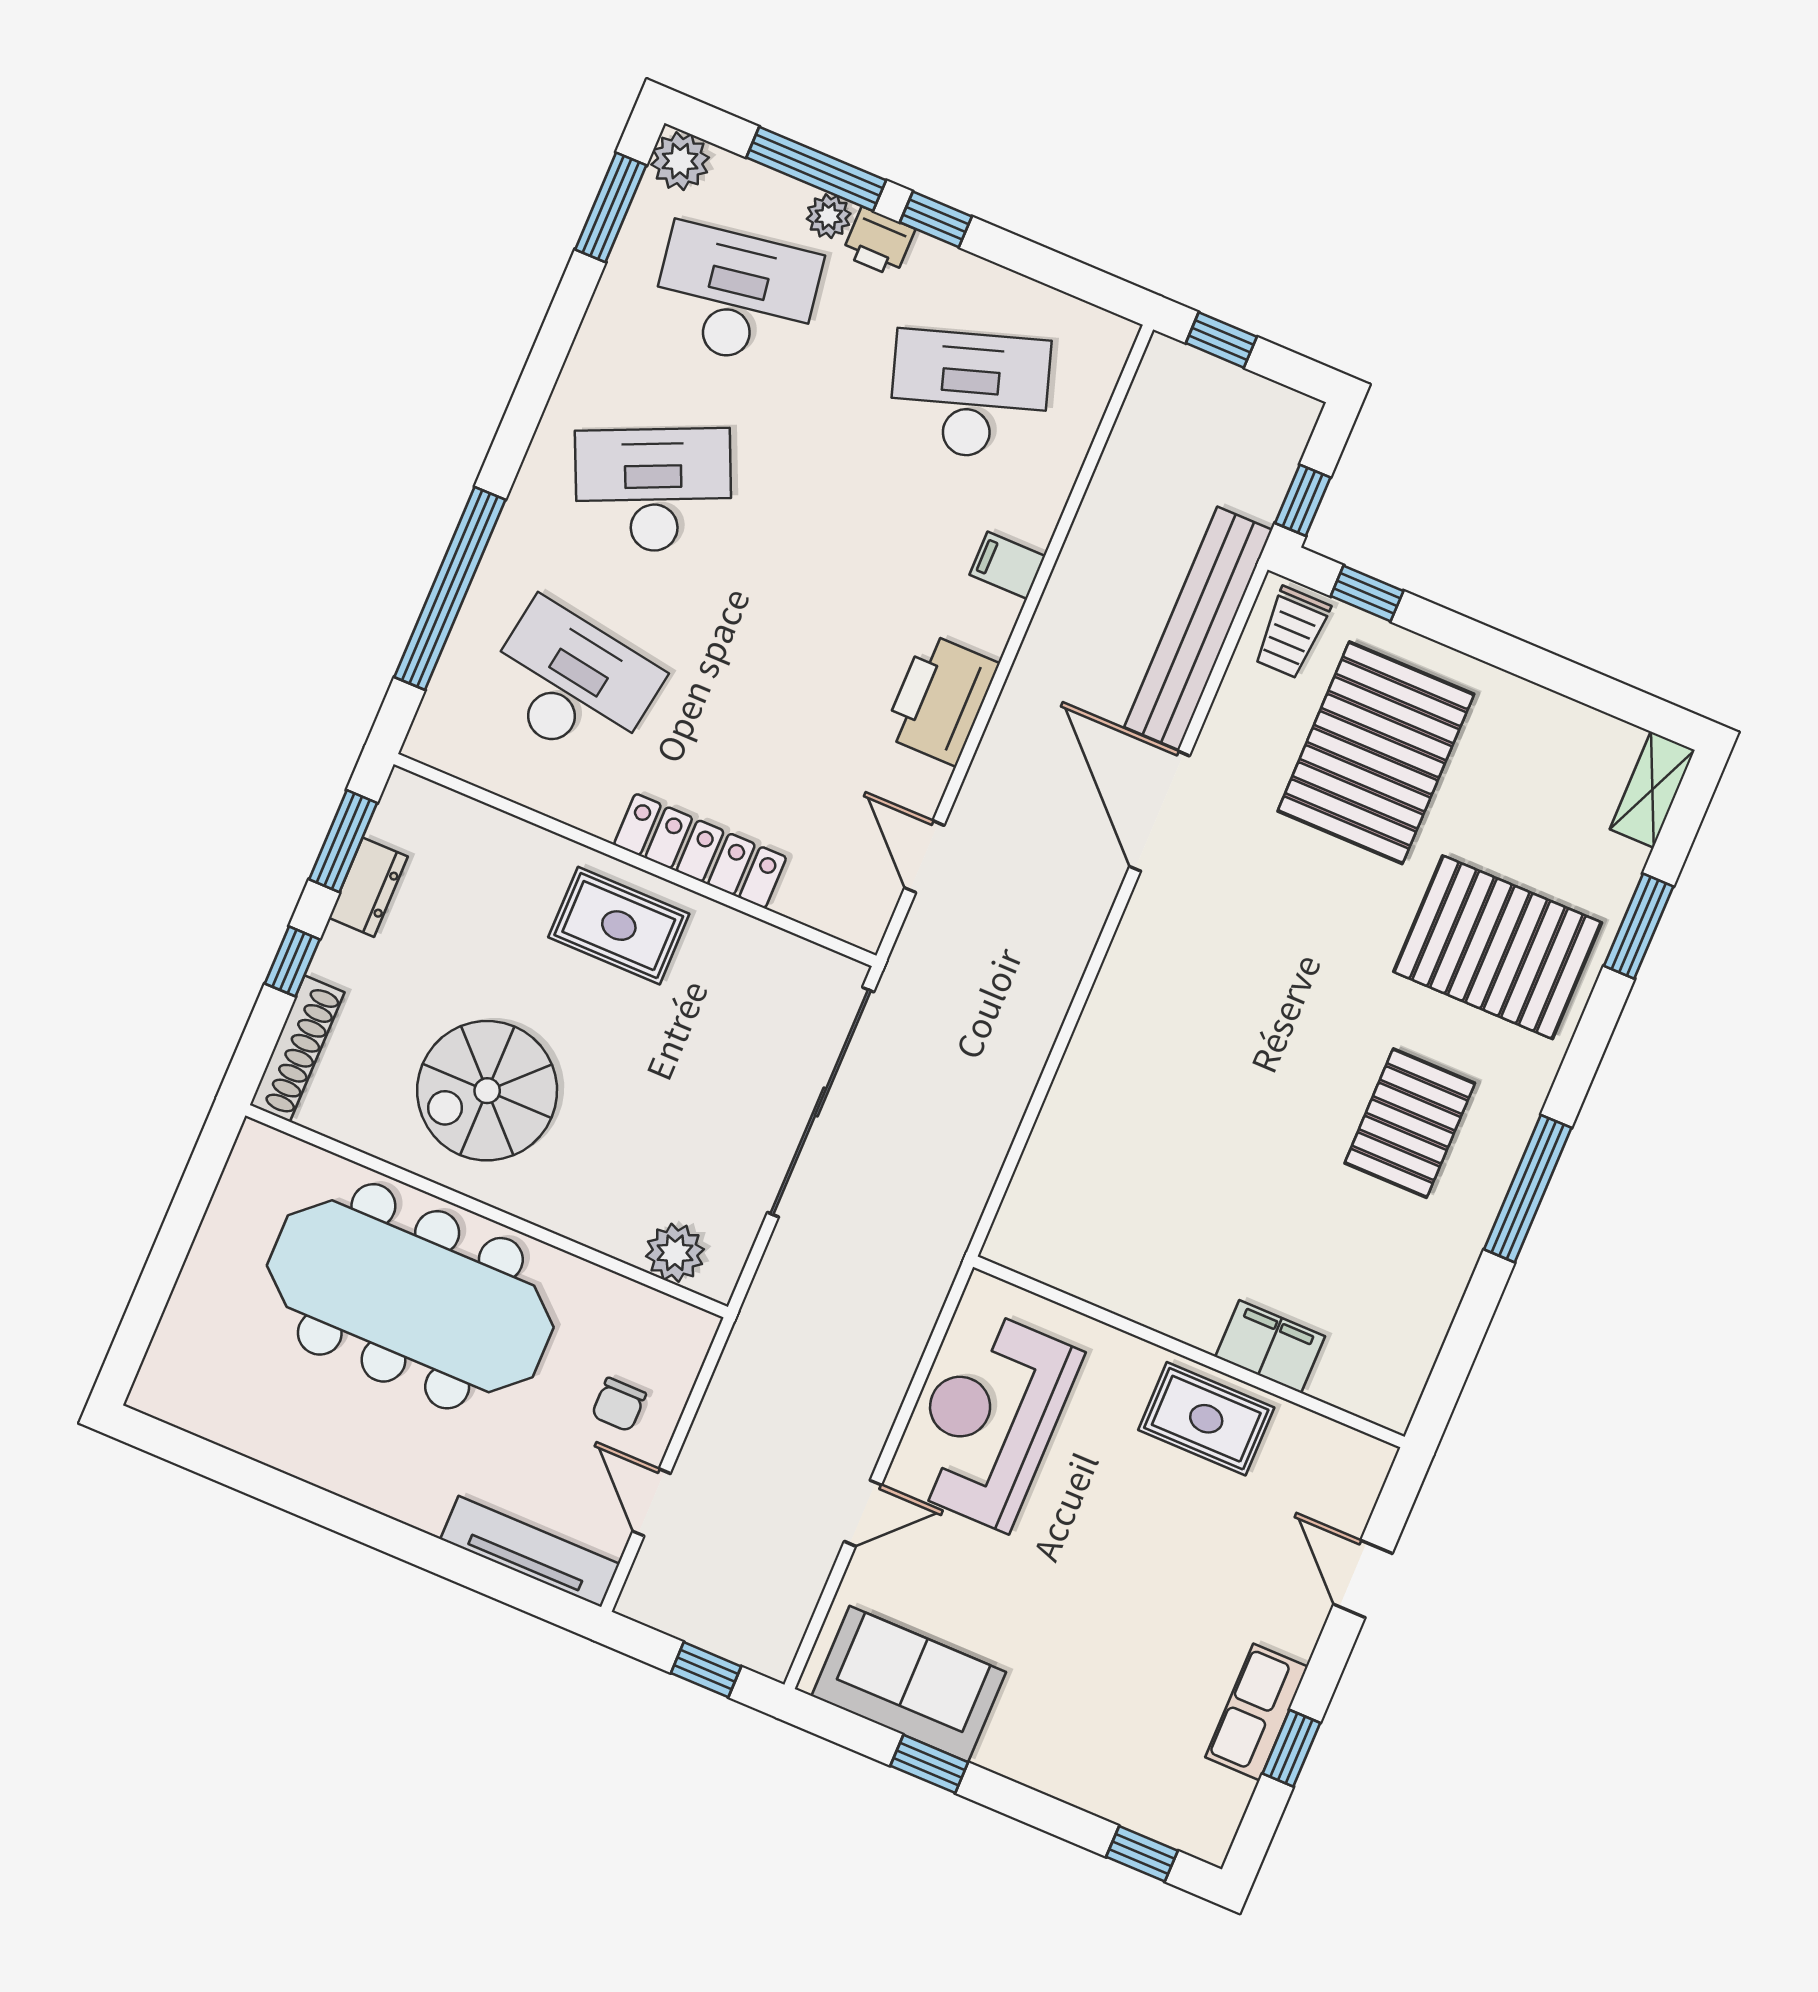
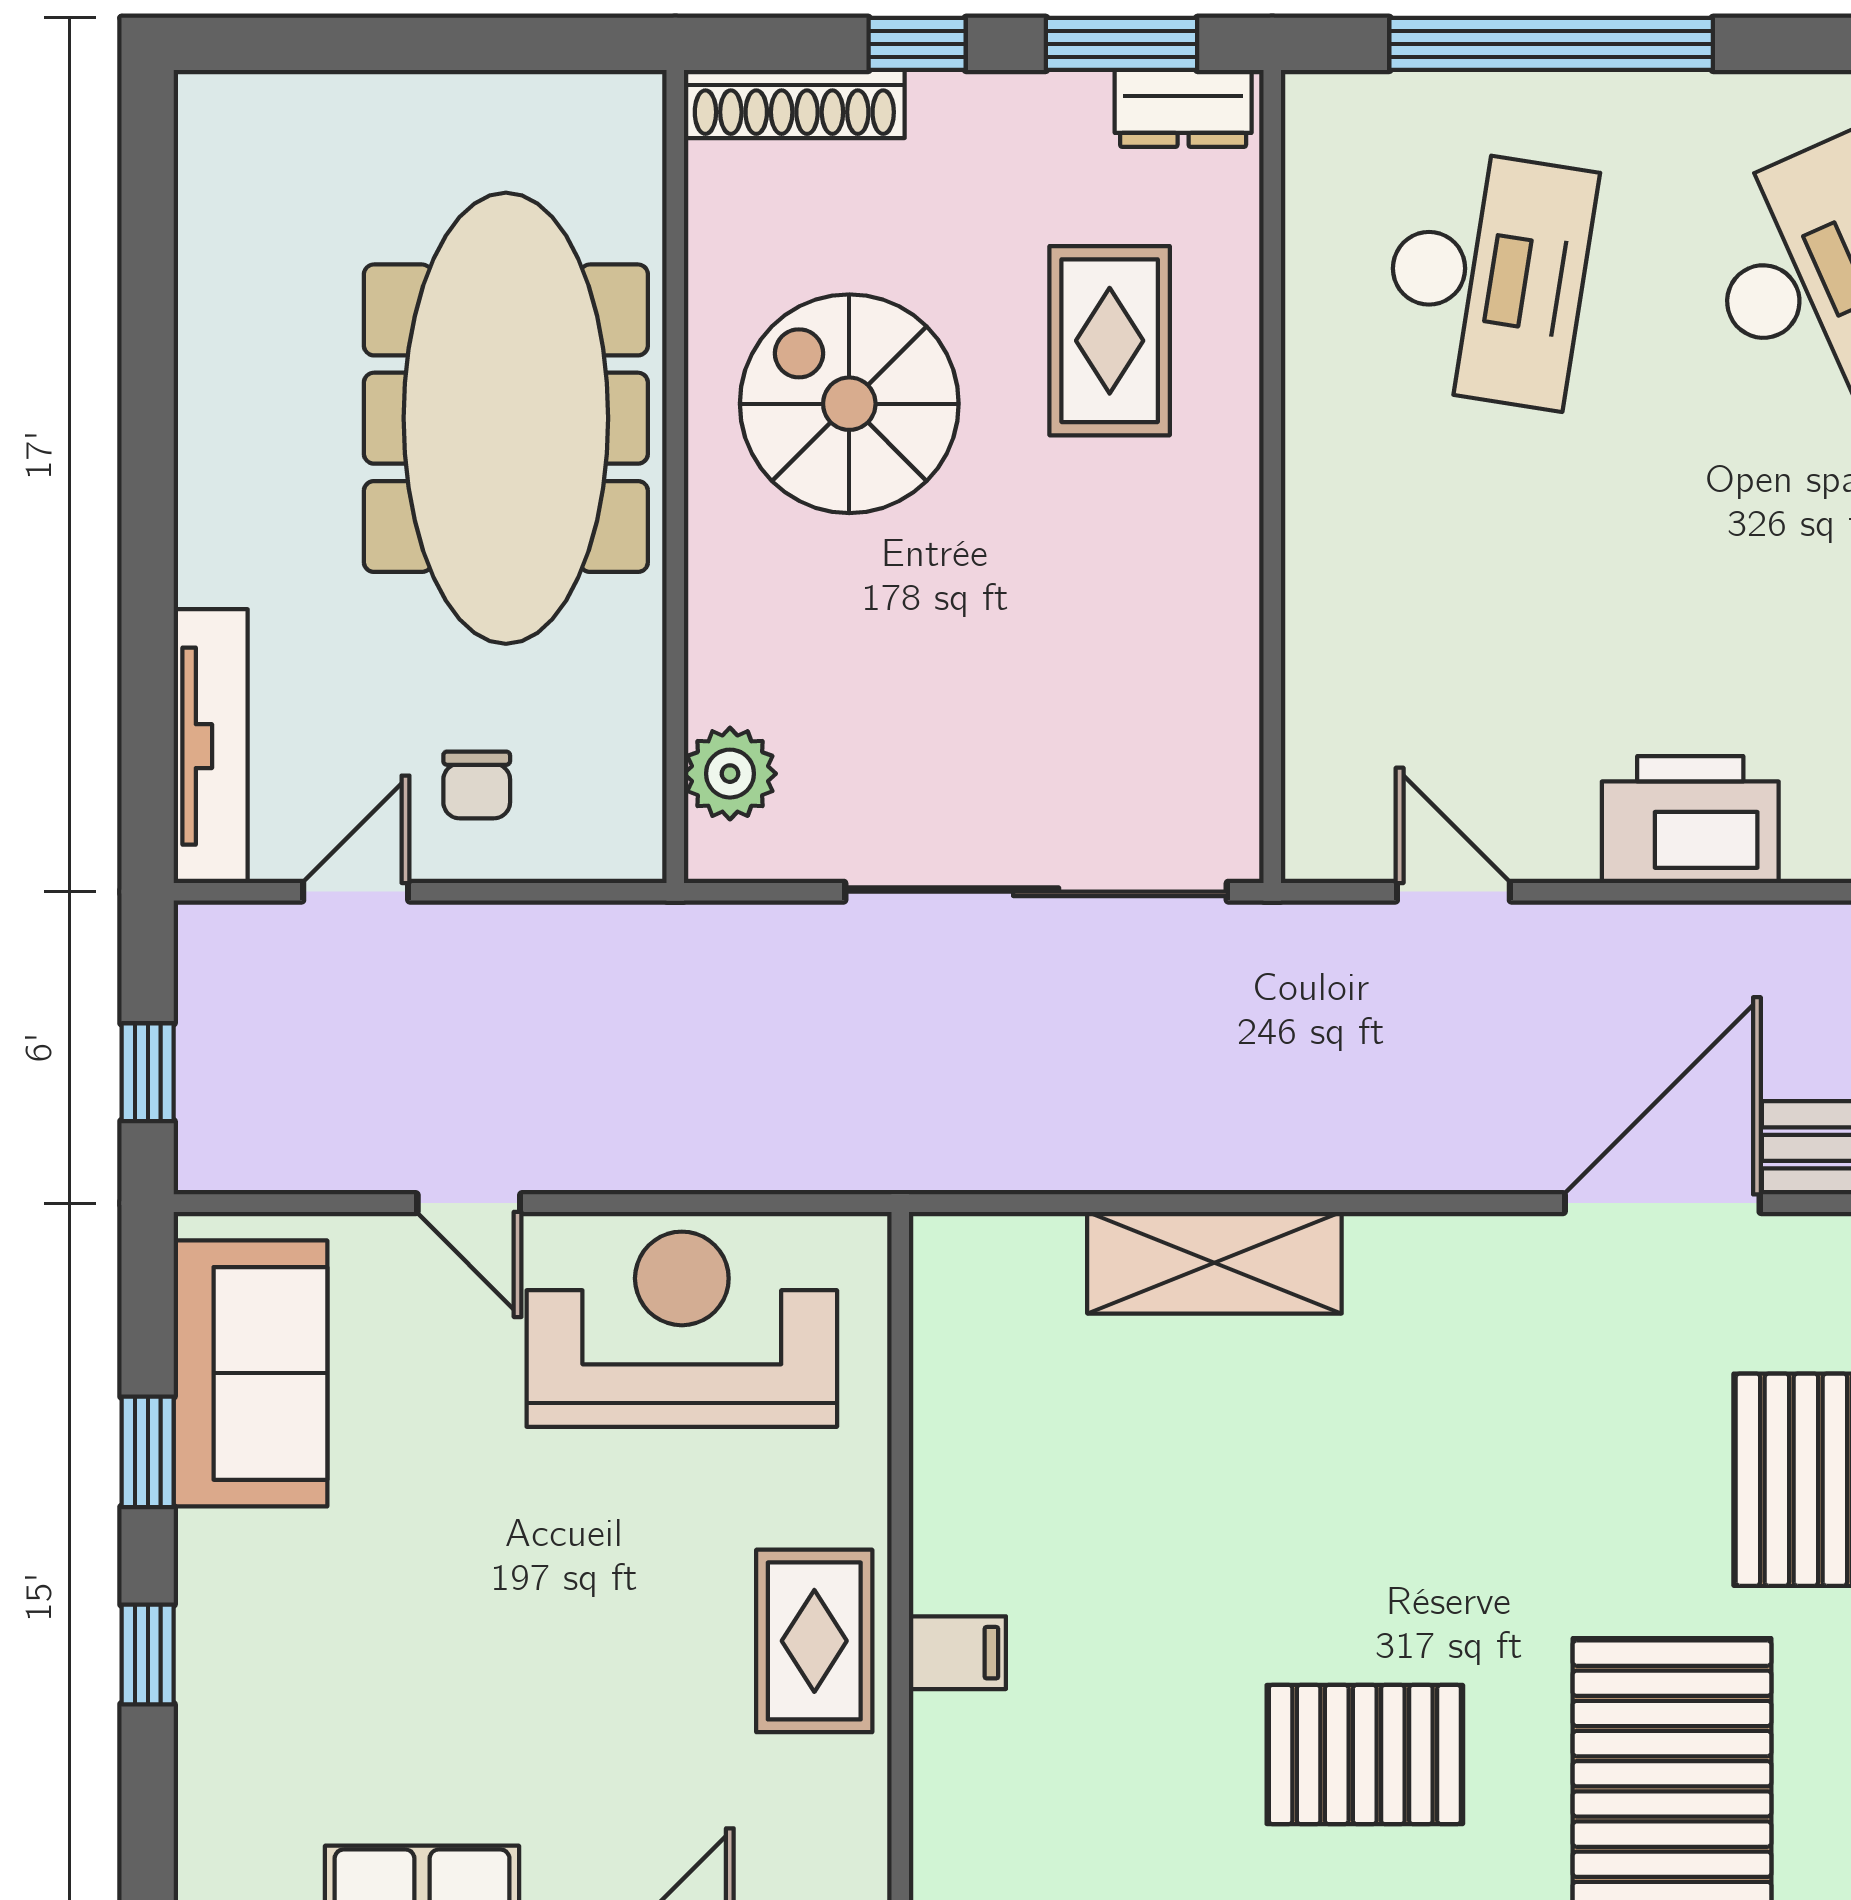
locker: (700, 851) -> (1325, 565), removed
door: (924, 857) -> (1453, 892), hinge flipped
dresser: (368, 887) -> (1183, 108), moved
rug: (619, 926) -> (1110, 341), moved
shelving: (1083, 1089) -> (1214, 1263), added
filing cabinet: (1270, 1347) -> (957, 1653), width x0.50
chair: (619, 1405) -> (477, 785), turned -90
window: (1142, 1854) -> (148, 1654), moved

